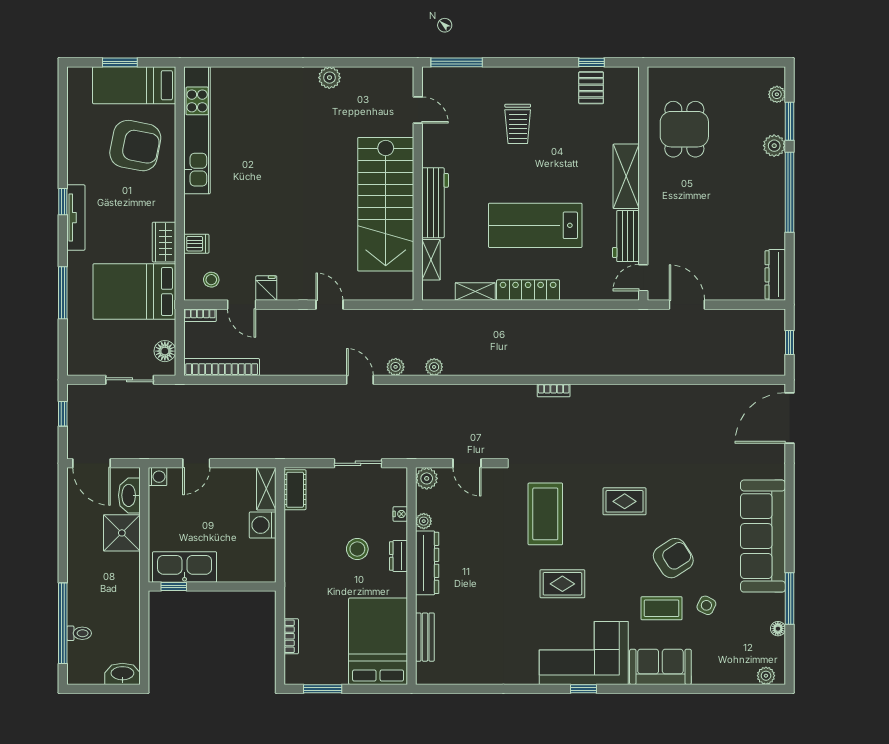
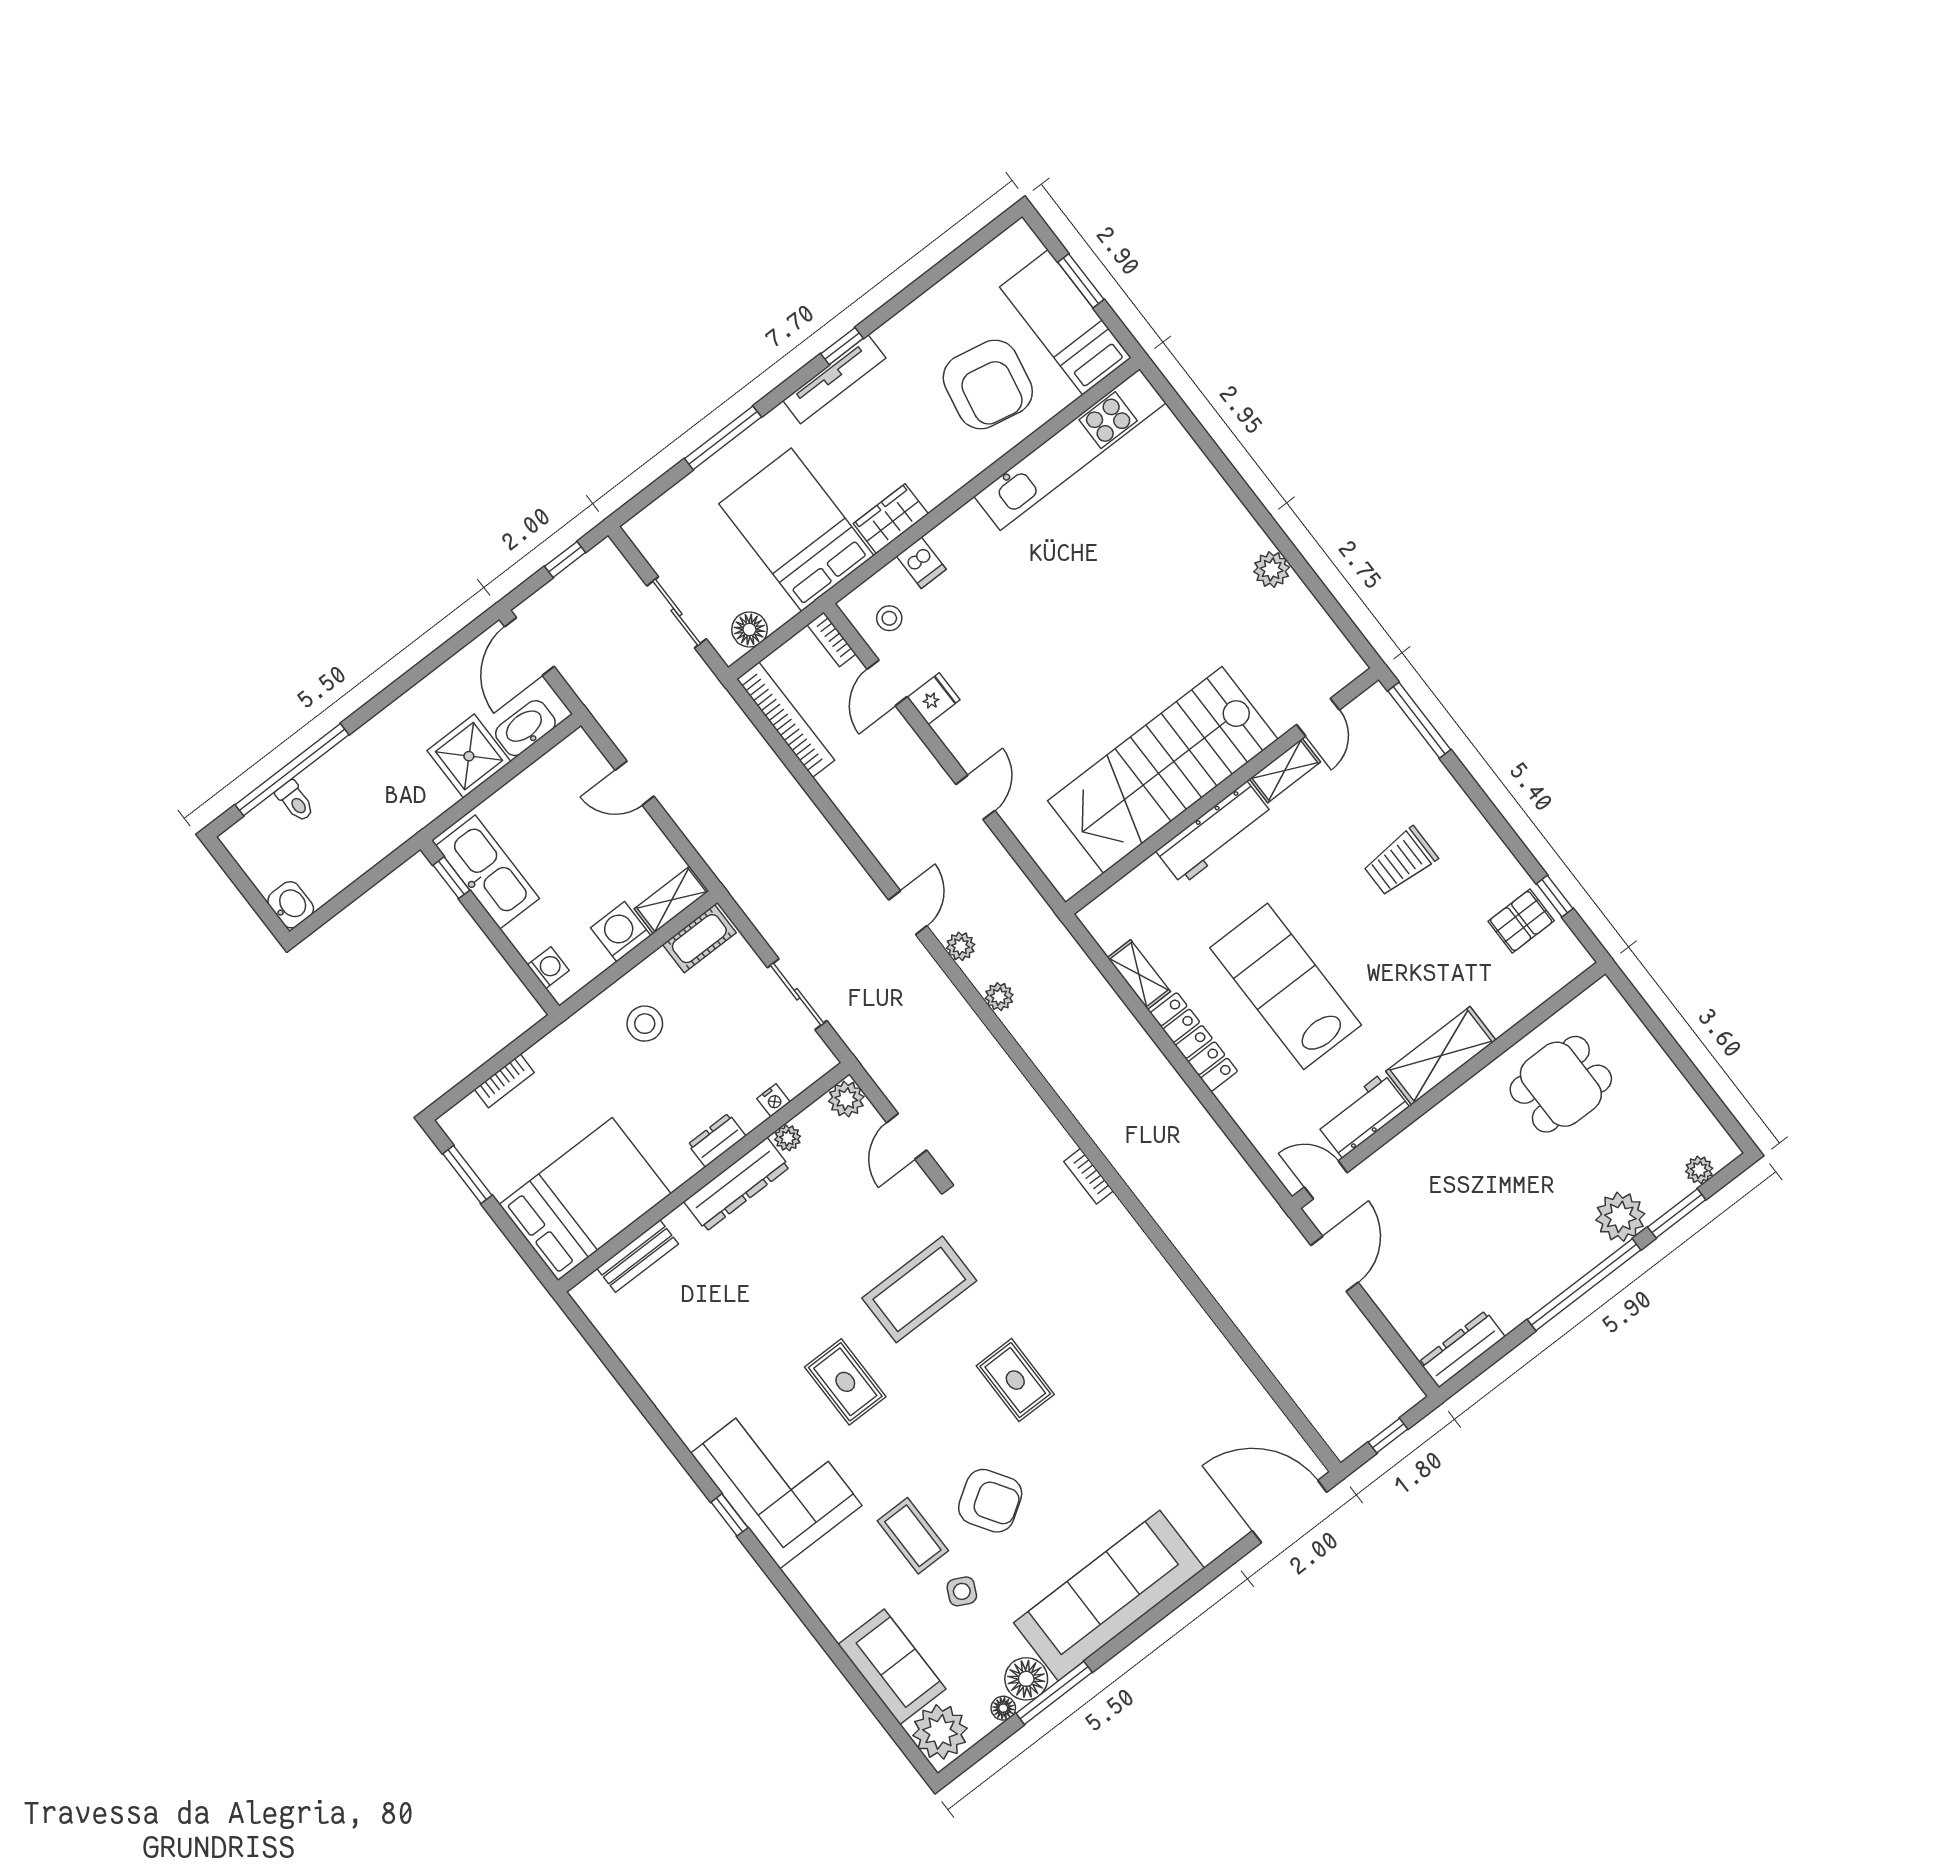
plant: (774, 146) -> (1620, 1217), width x1.36, depth x1.36
shelving: (431, 260) -> (1285, 770), moved
washing machine: (158, 477) -> (548, 968), moved, turned -90
stool: (357, 549) -> (645, 1024), moved
floor lamp: (772, 607) -> (1026, 1679), added
sofa: (660, 667) -> (892, 1667), moved
washbasin: (122, 674) -> (291, 905), width x0.72
plant: (766, 676) -> (940, 1732), width x1.88, depth x1.88

